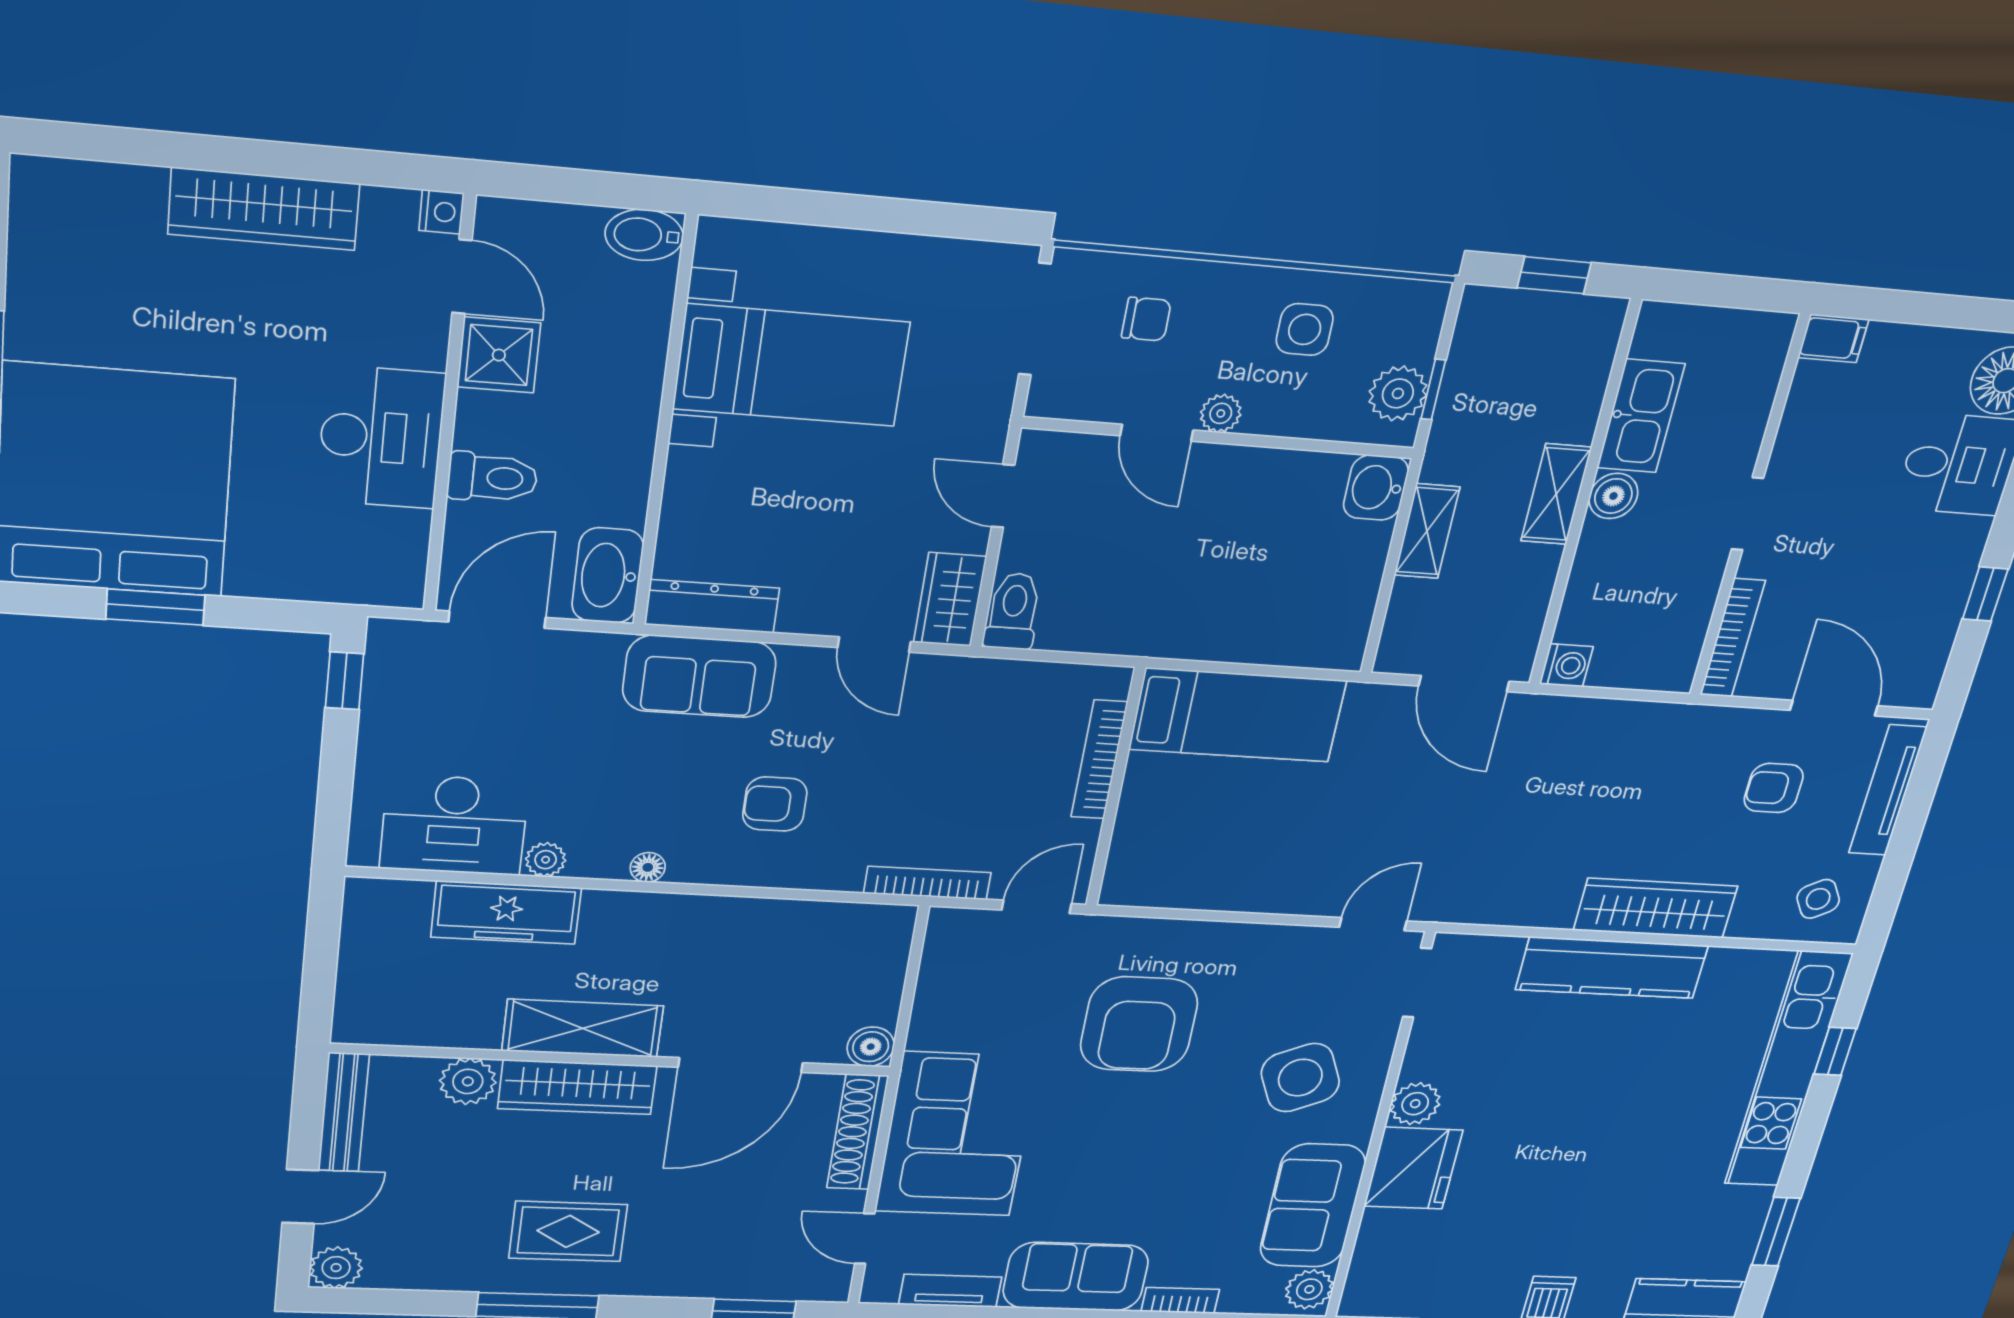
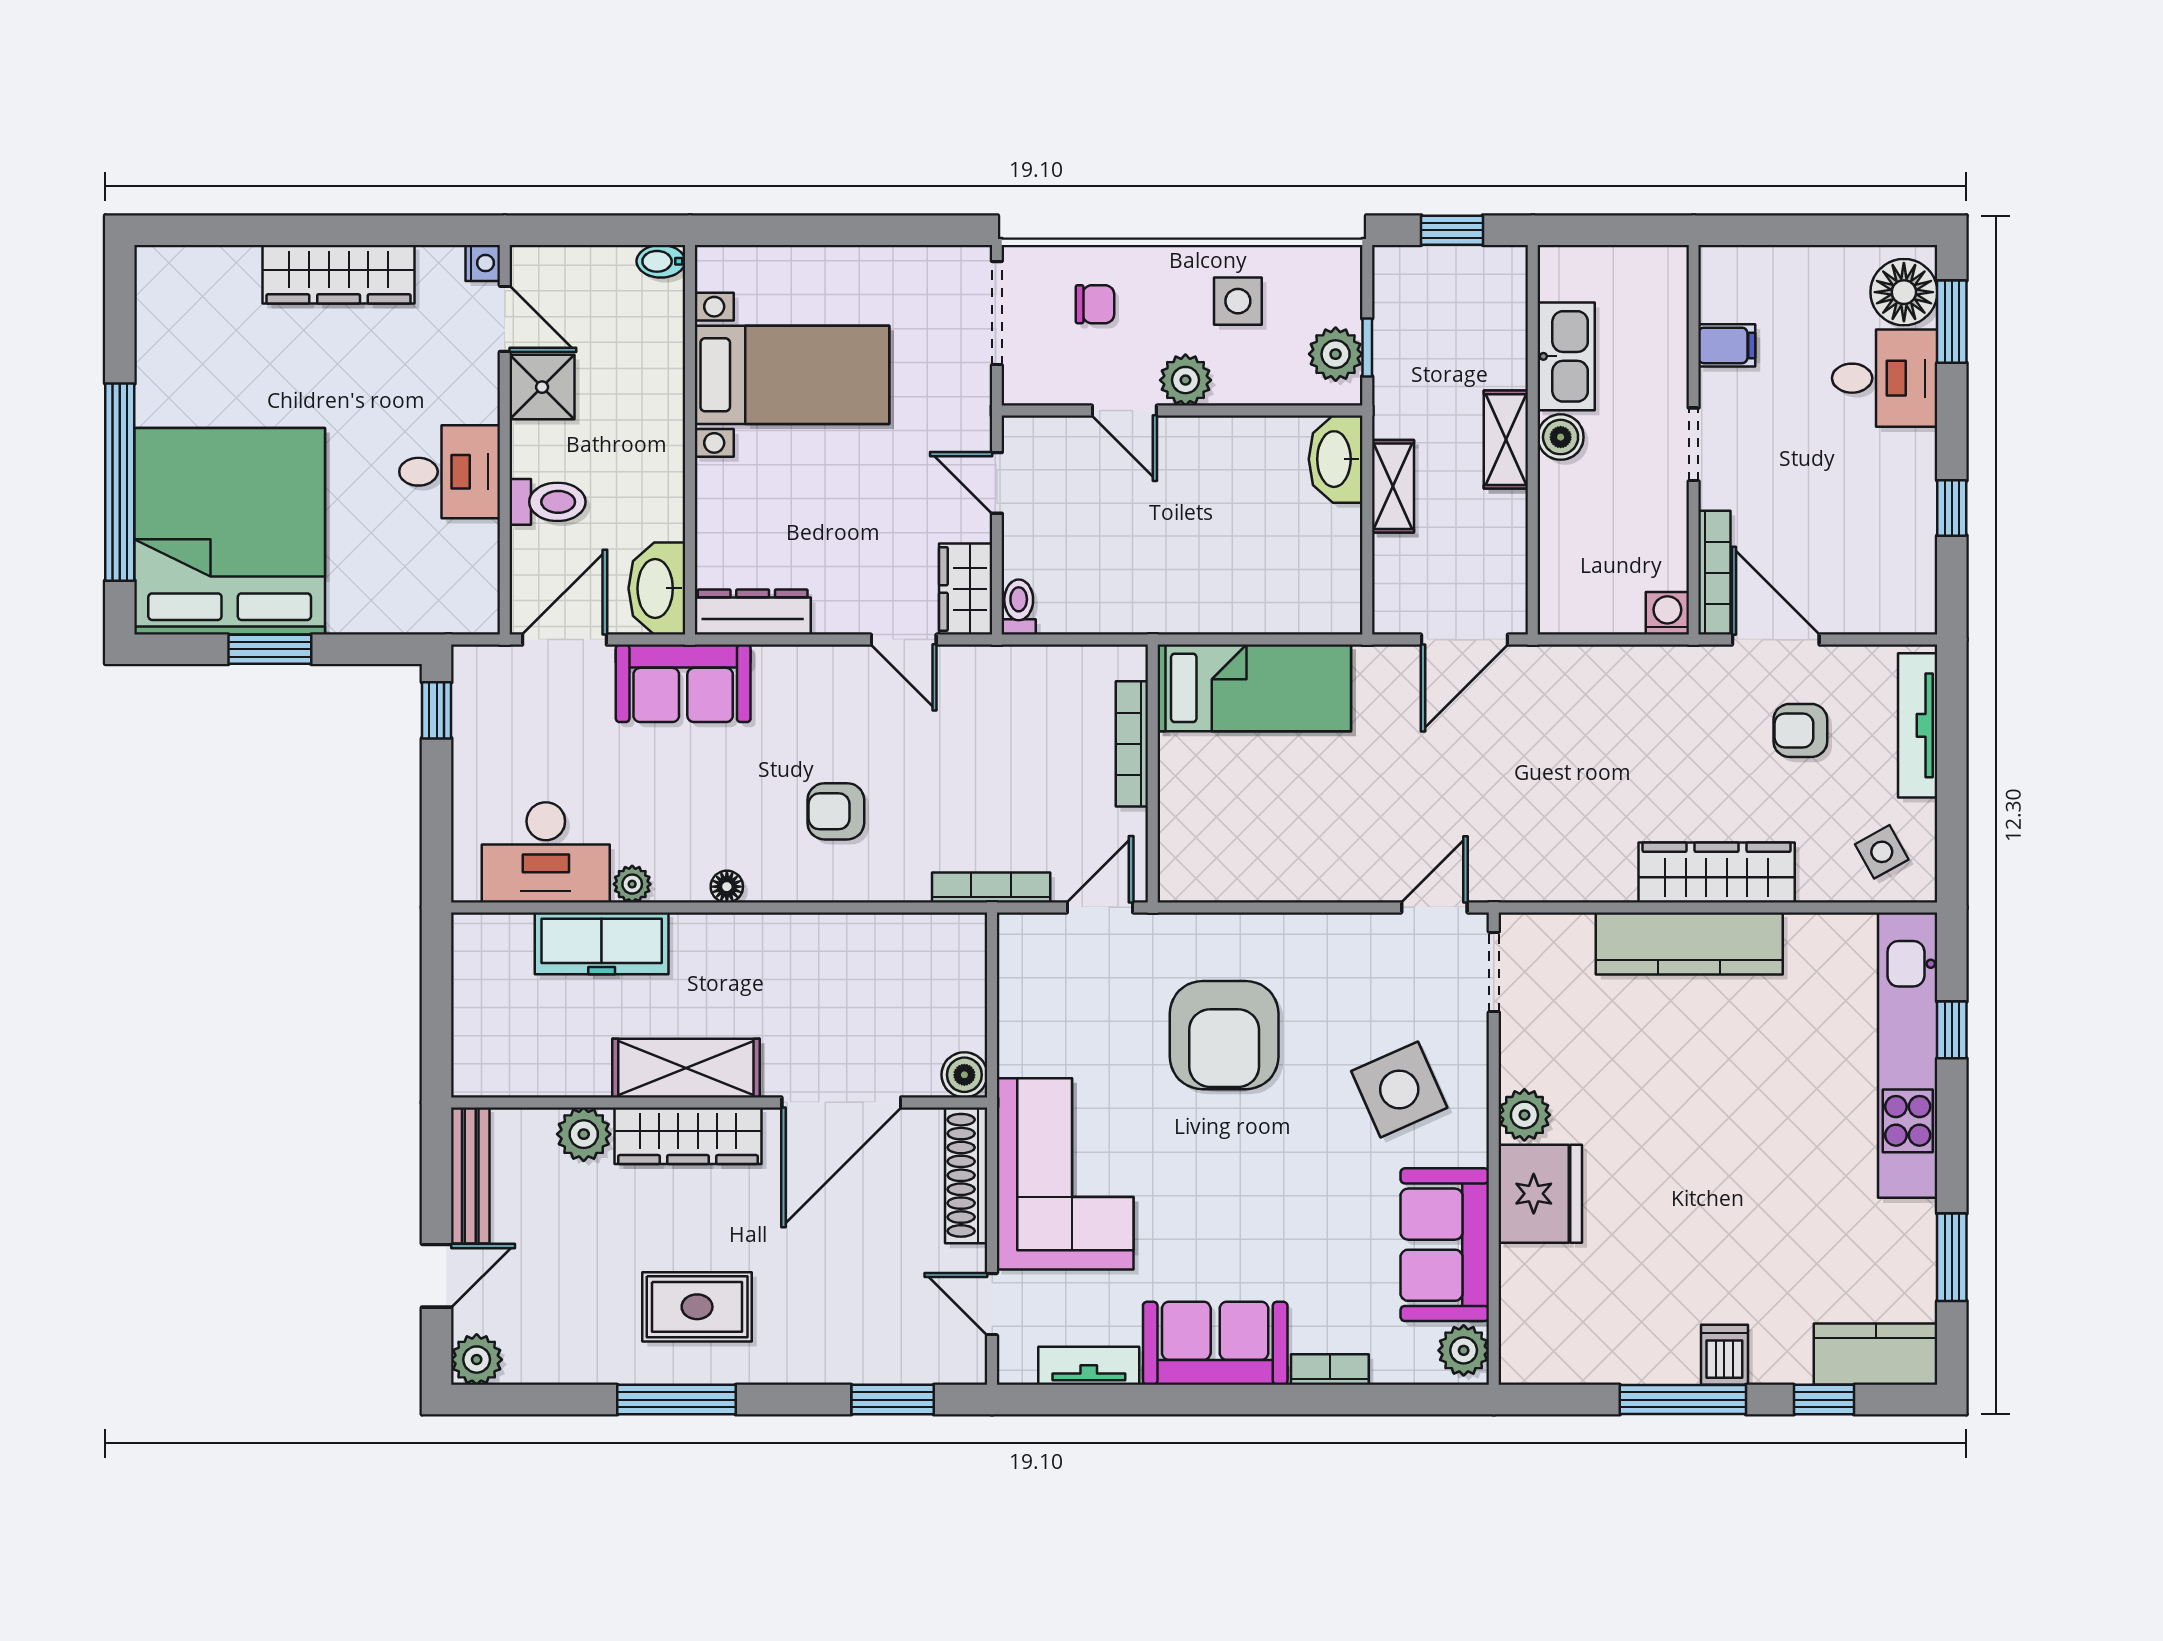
bidet: (644, 235) -> (661, 261), width x0.72, depth x0.74
filing cabinet: (1833, 338) -> (1727, 345), moved
plant: (1221, 413) -> (1185, 380), width x1.38, depth x1.38
desk: (381, 437) -> (450, 472), width x0.73
washbasin: (1376, 488) -> (1336, 459), width x1.38
toilet: (1013, 611) -> (1019, 607), width x0.73, depth x0.72
washing machine: (1566, 665) -> (1667, 613), moved, turned -90
sofa: (699, 676) -> (683, 683), moved
door: (1464, 684) -> (1464, 640), hinge flipped
door: (1834, 708) -> (1776, 640), moved

